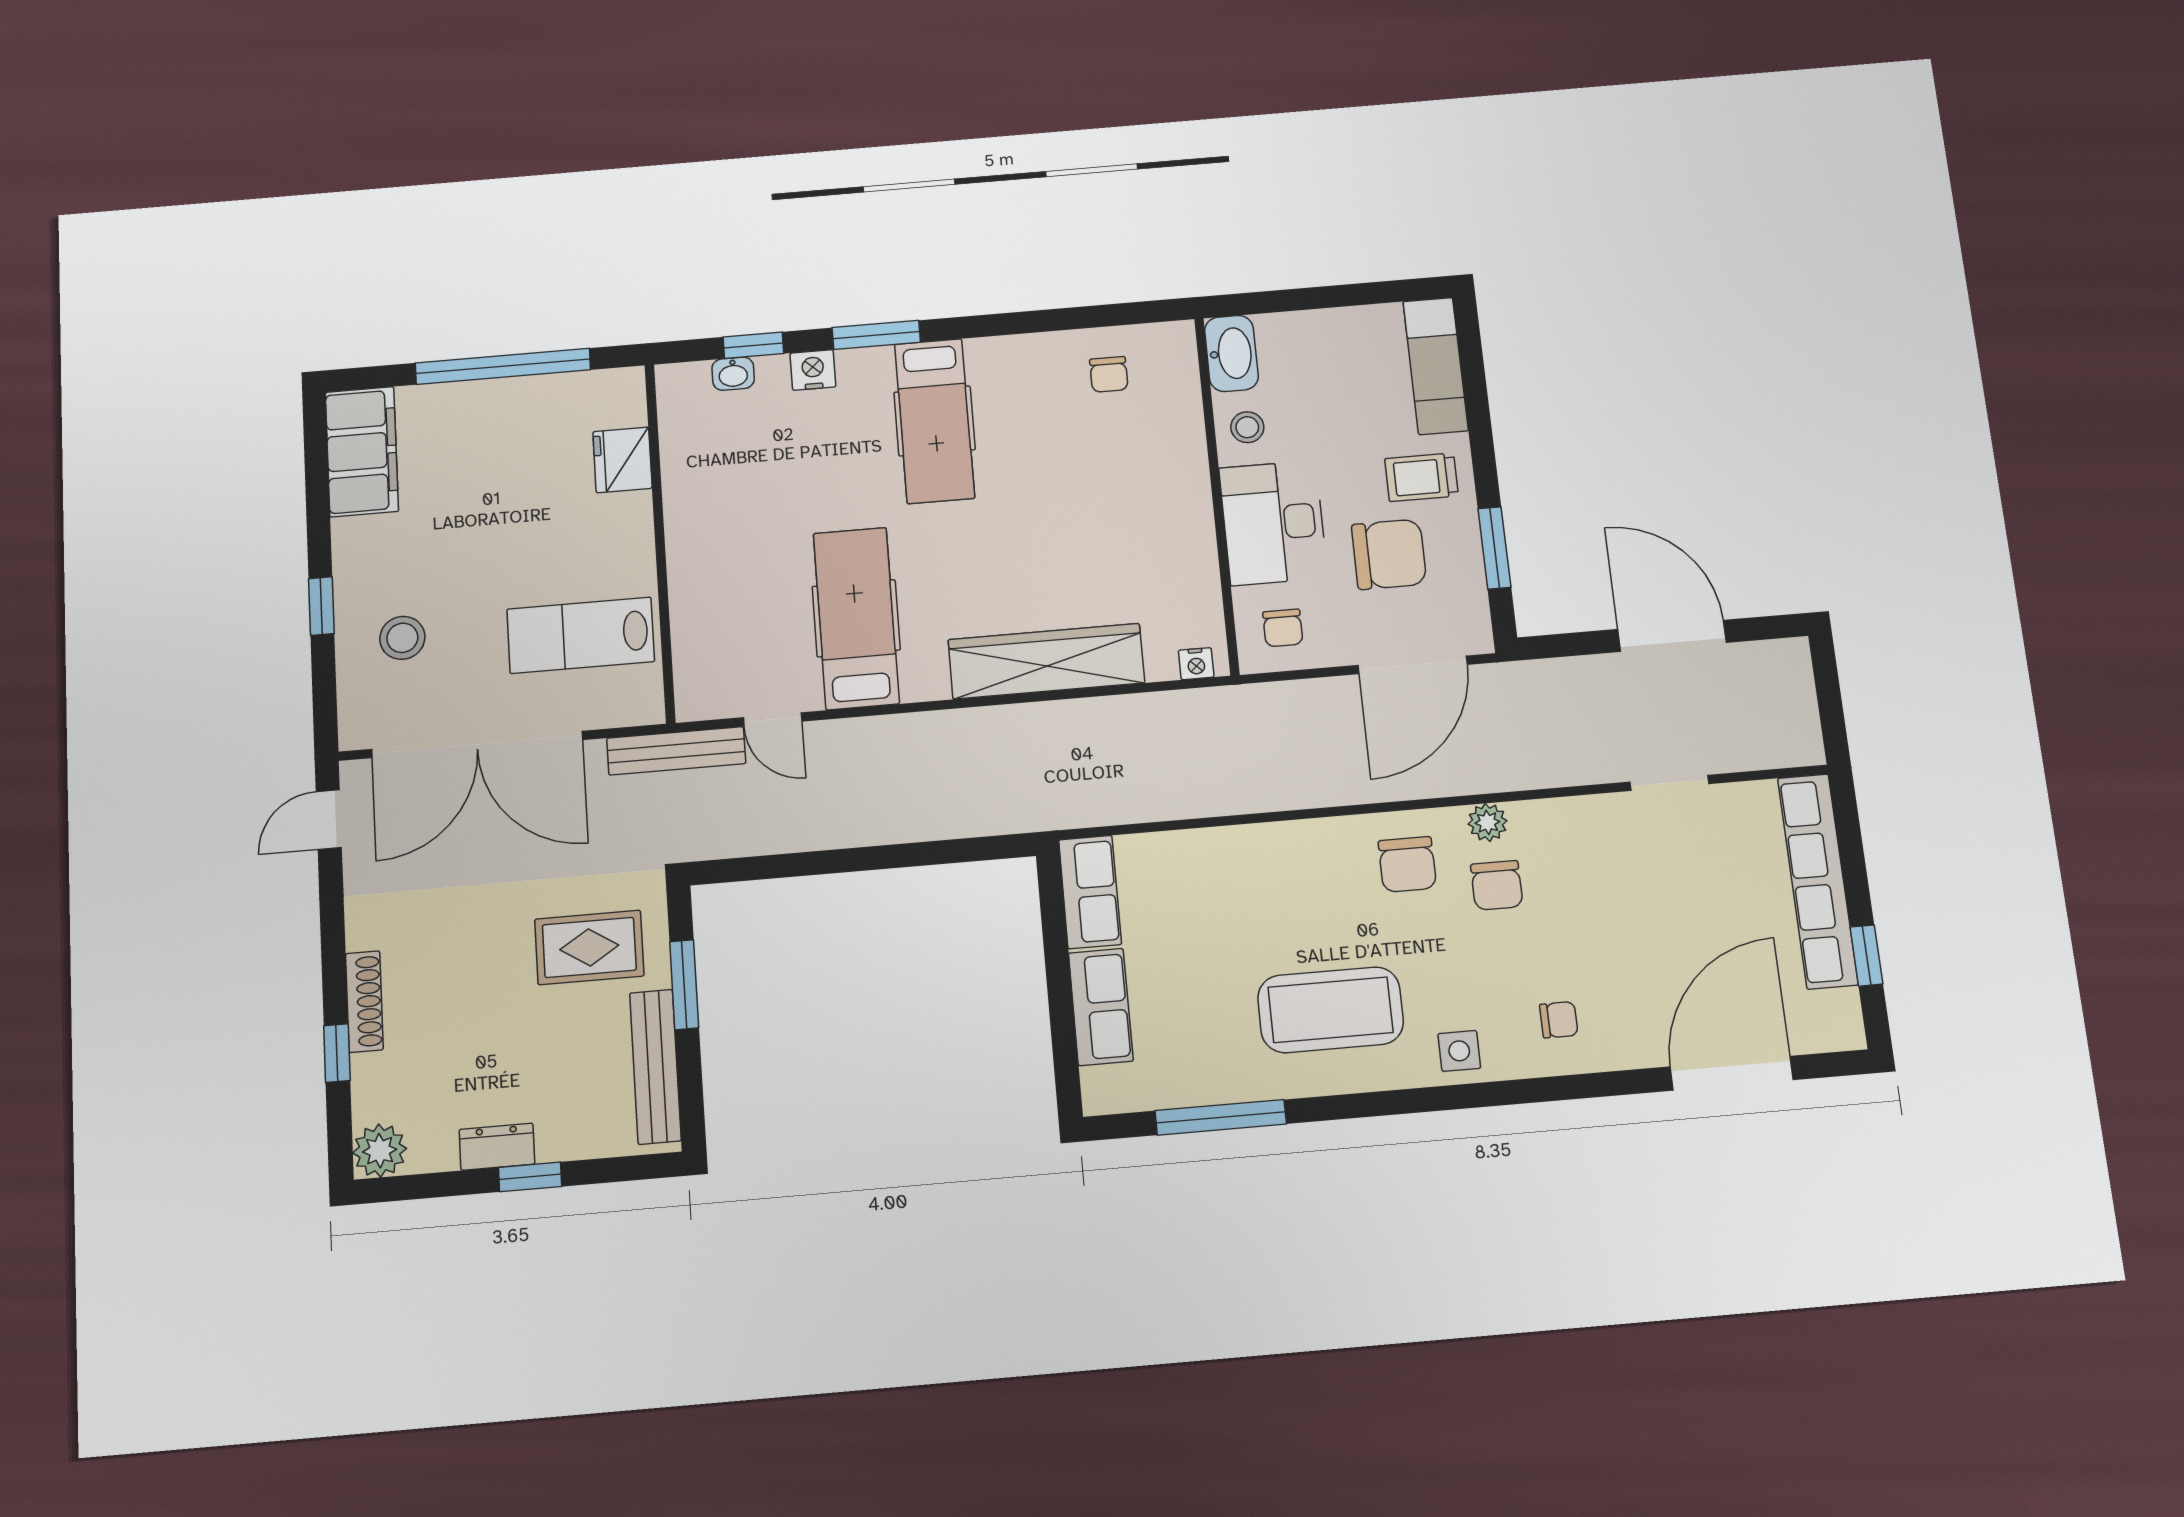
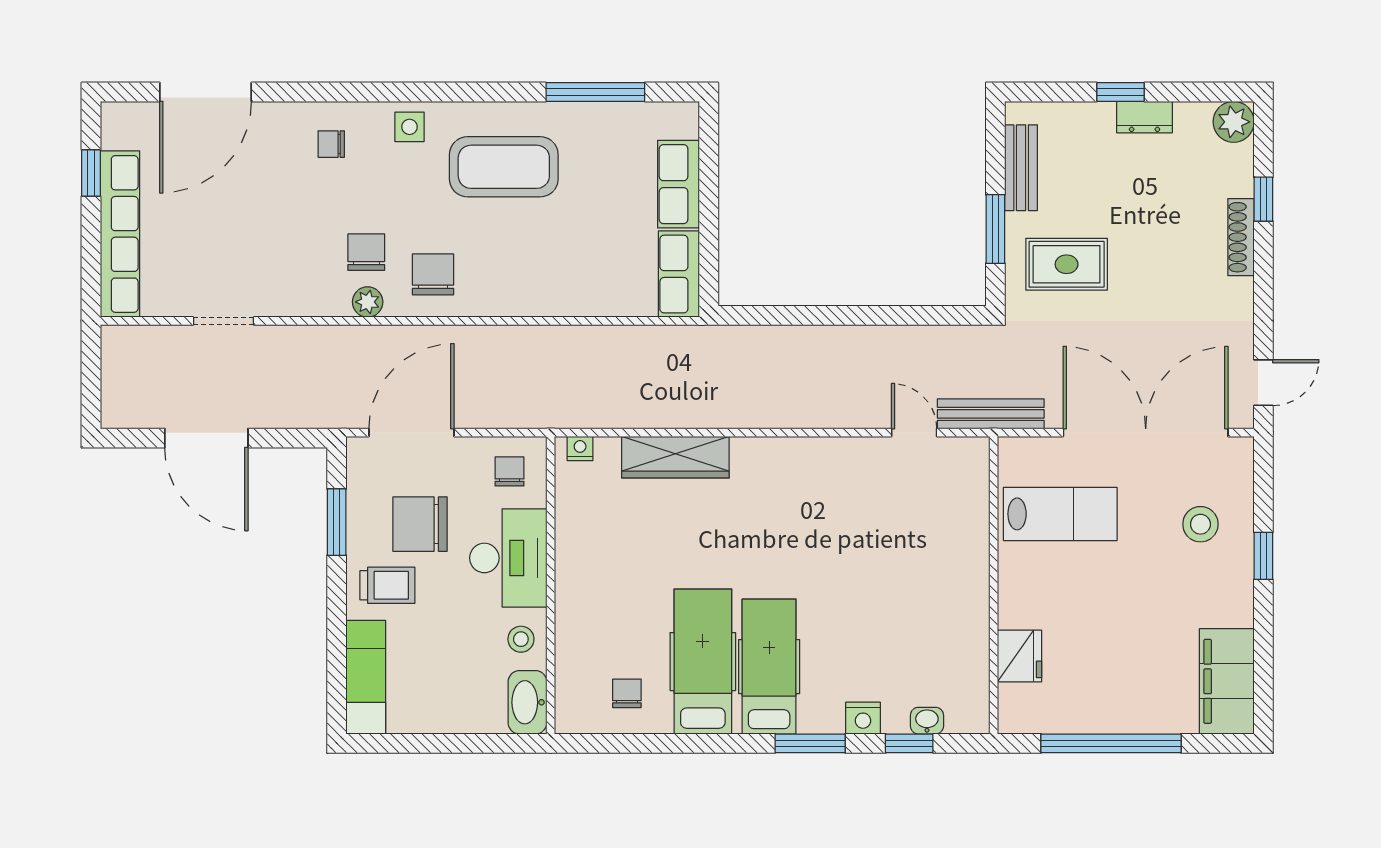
hospital bed: (856, 618) -> (703, 662), moved, turned 180
wardrobe: (1046, 661) -> (675, 457), width x0.71, depth x0.85
bench: (655, 1067) -> (1021, 168), width x0.73

